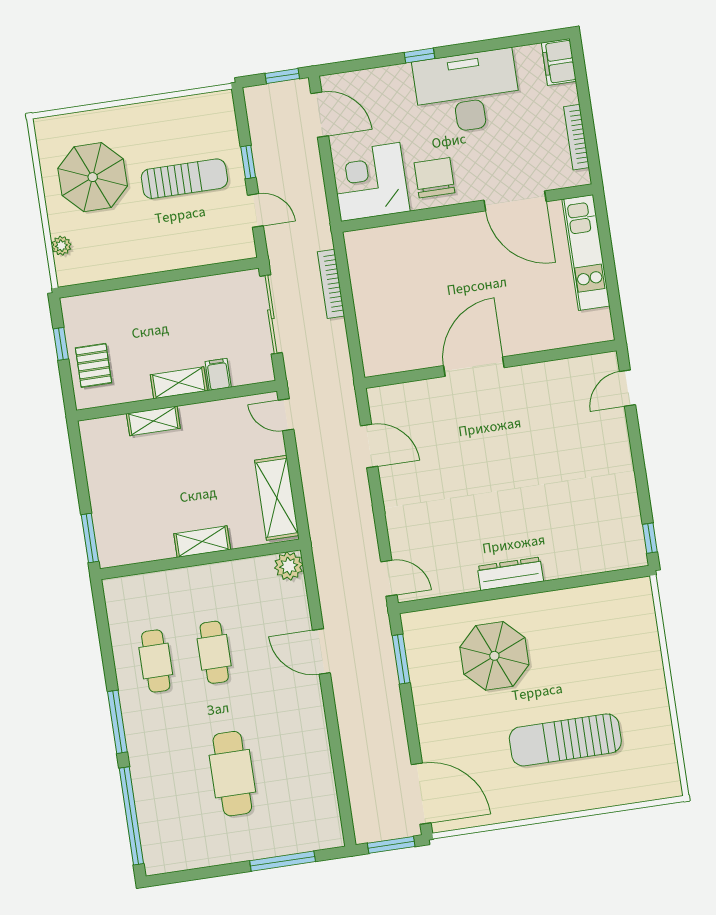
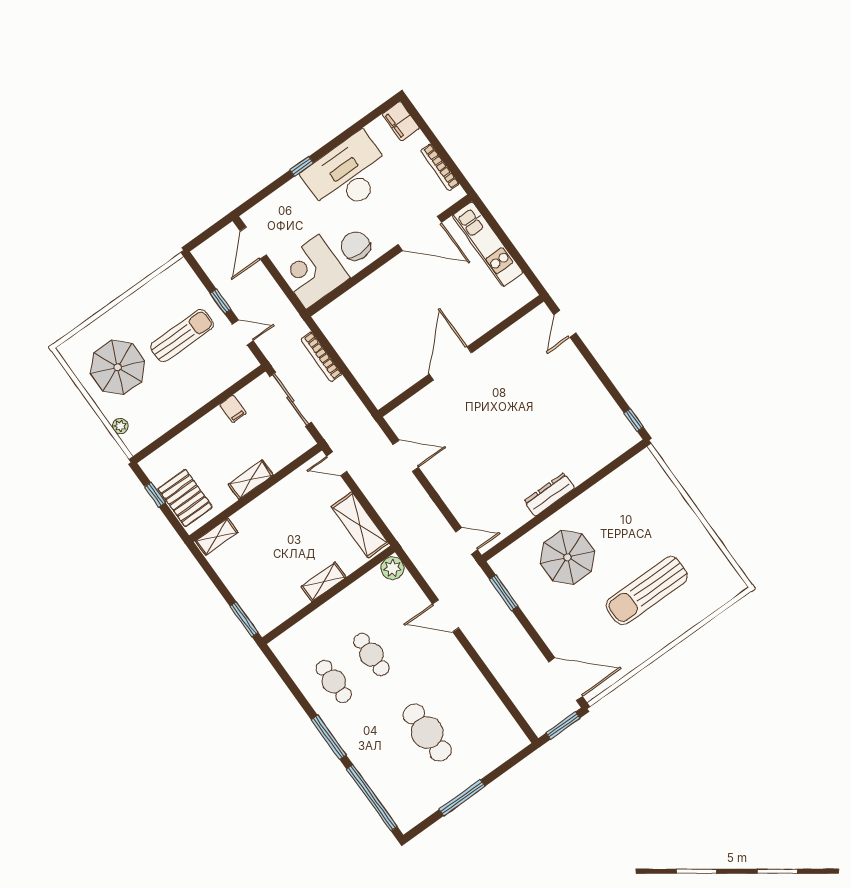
window: (282, 76) -> (214, 229), removed
door: (320, 115) -> (253, 243), swing flipped
pallet: (93, 365) -> (185, 498), width x1.50, depth x1.42
filing cabinet: (218, 374) -> (233, 409), moved, turned 180
shelving: (153, 421) -> (217, 537), moved
window: (283, 861) -> (462, 798), moved

